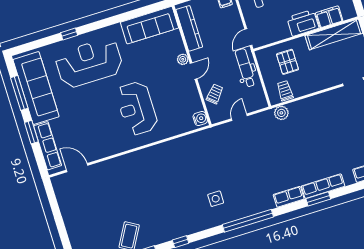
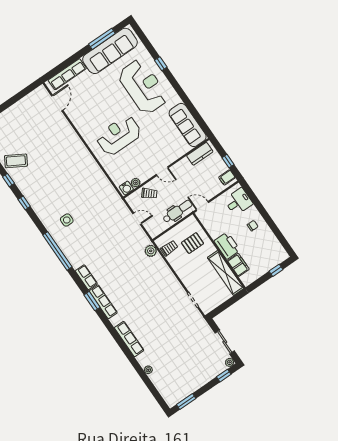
kitchen counter: (189, 28) -> (200, 154), width x0.67
plant: (183, 59) -> (136, 183), moved
window: (31, 132) -> (74, 58), removed

